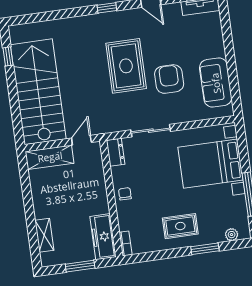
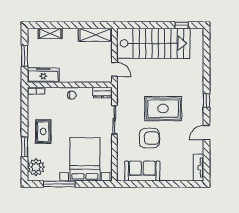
shelving: (50, 157) -> (95, 35), moved, turned 90
plant: (232, 235) -> (36, 167), width x1.87, depth x1.87

